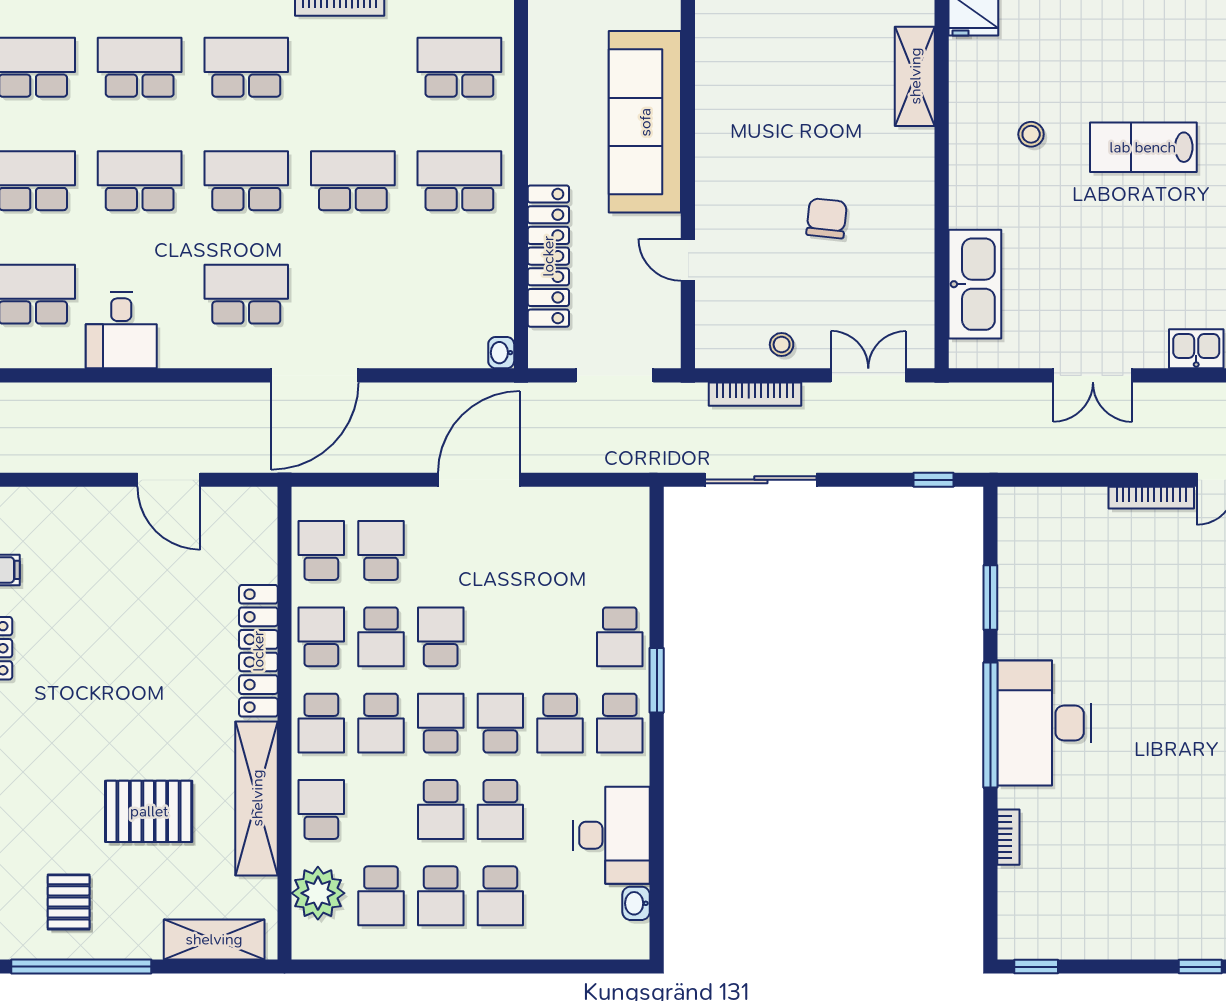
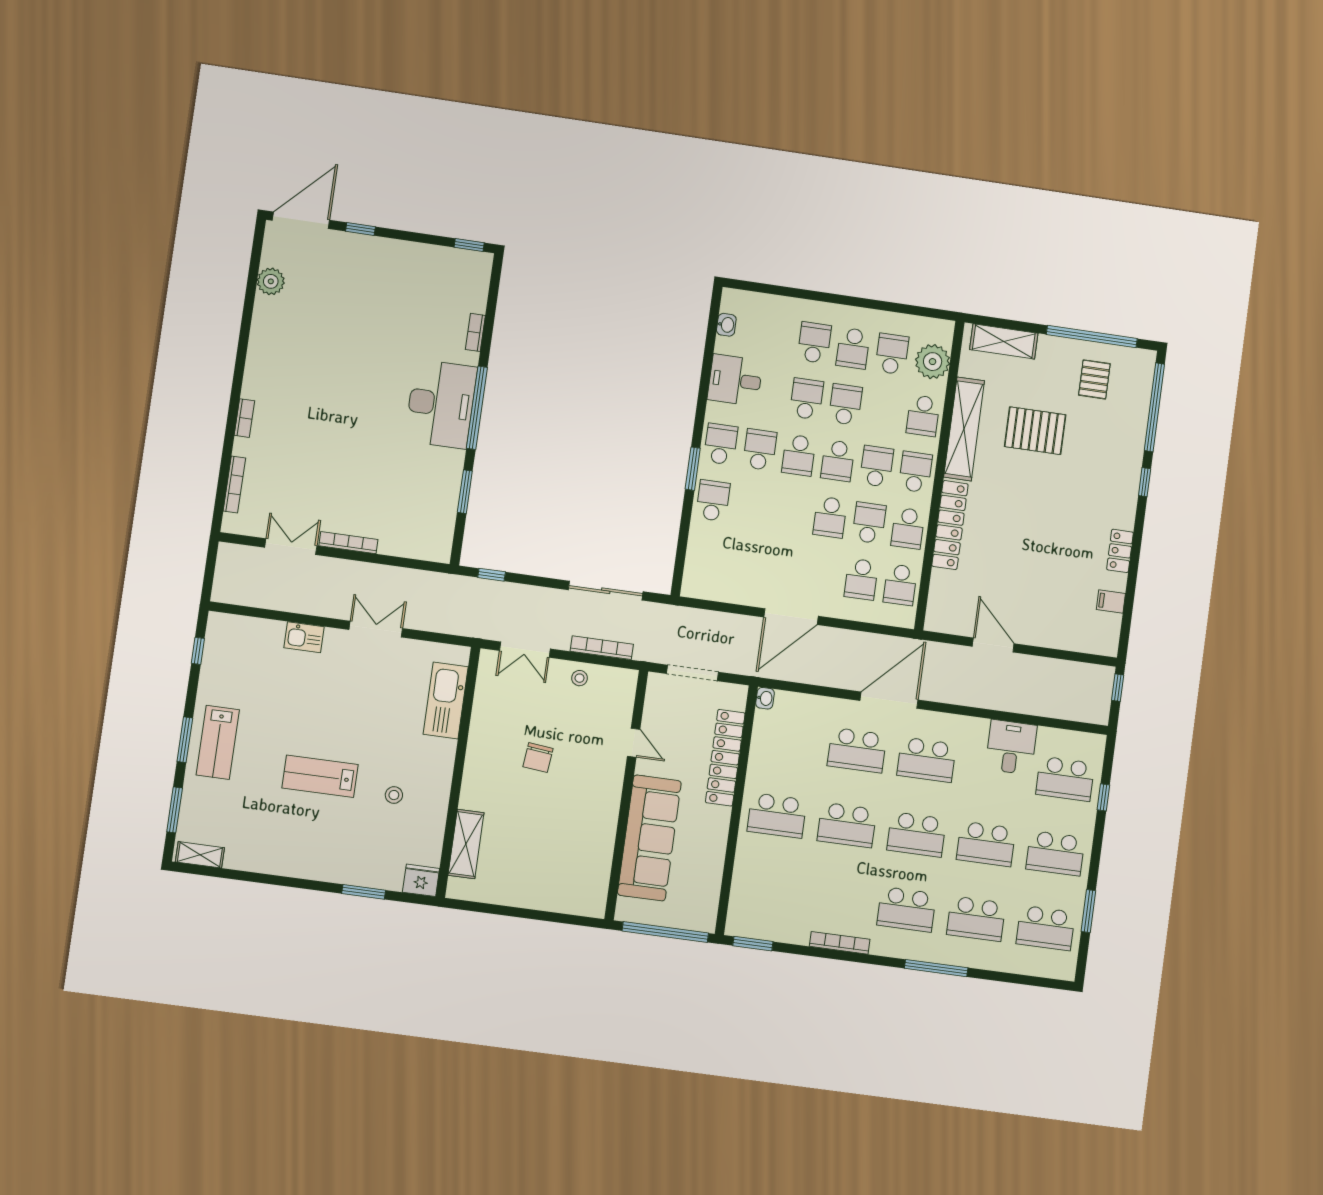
school desk: (459, 67) -> (857, 750), moved
lab bench: (1143, 147) -> (320, 776), turned 180
desk: (611, 835) -> (735, 380), width x0.73
school desk: (441, 896) -> (853, 348), turned 180

